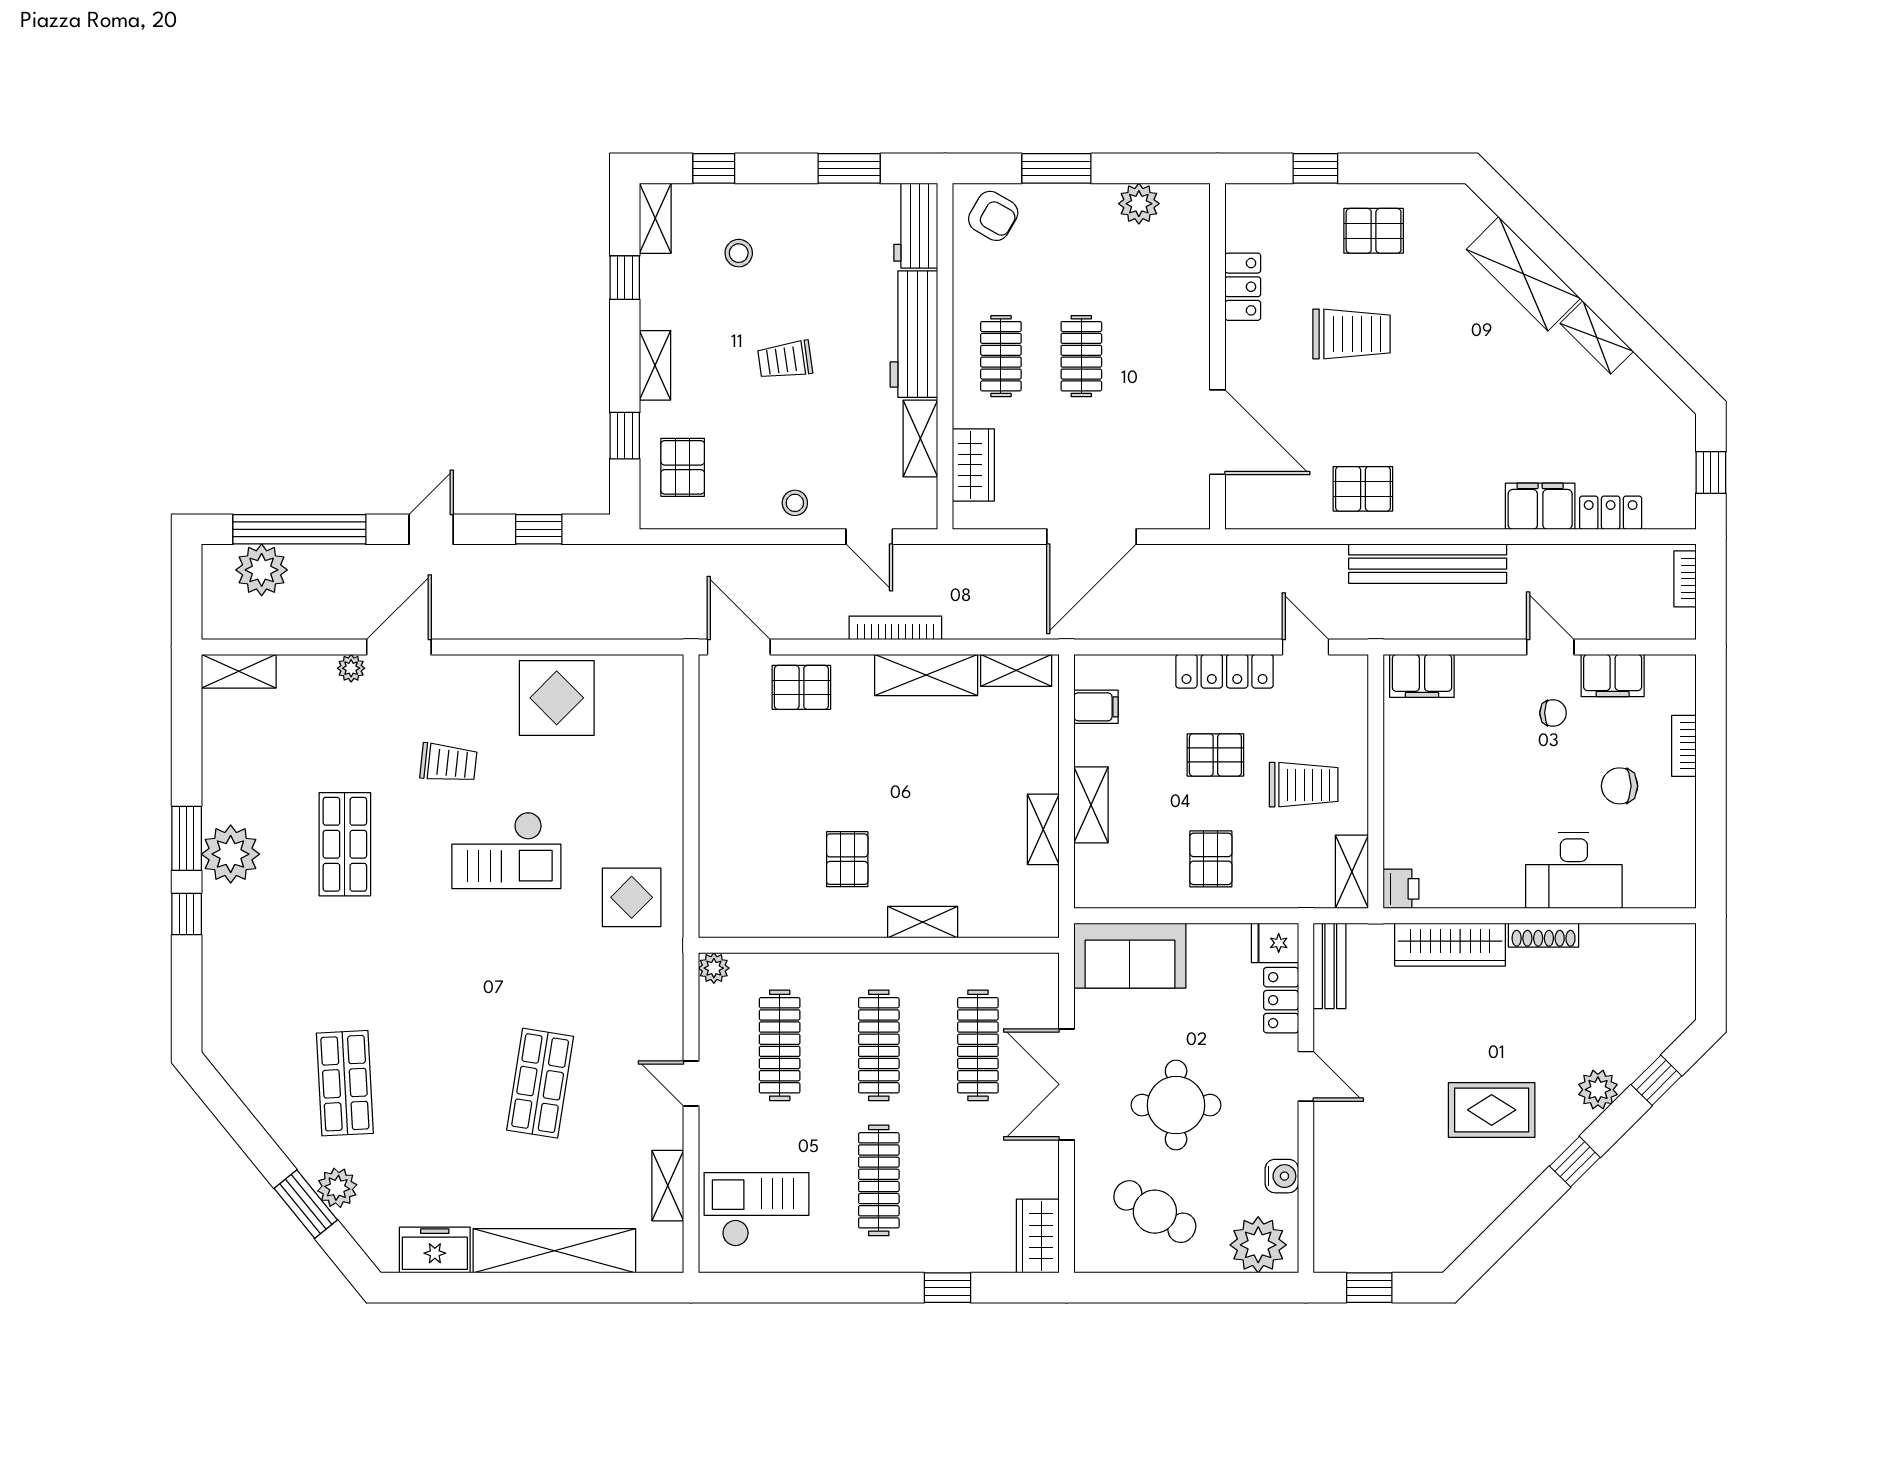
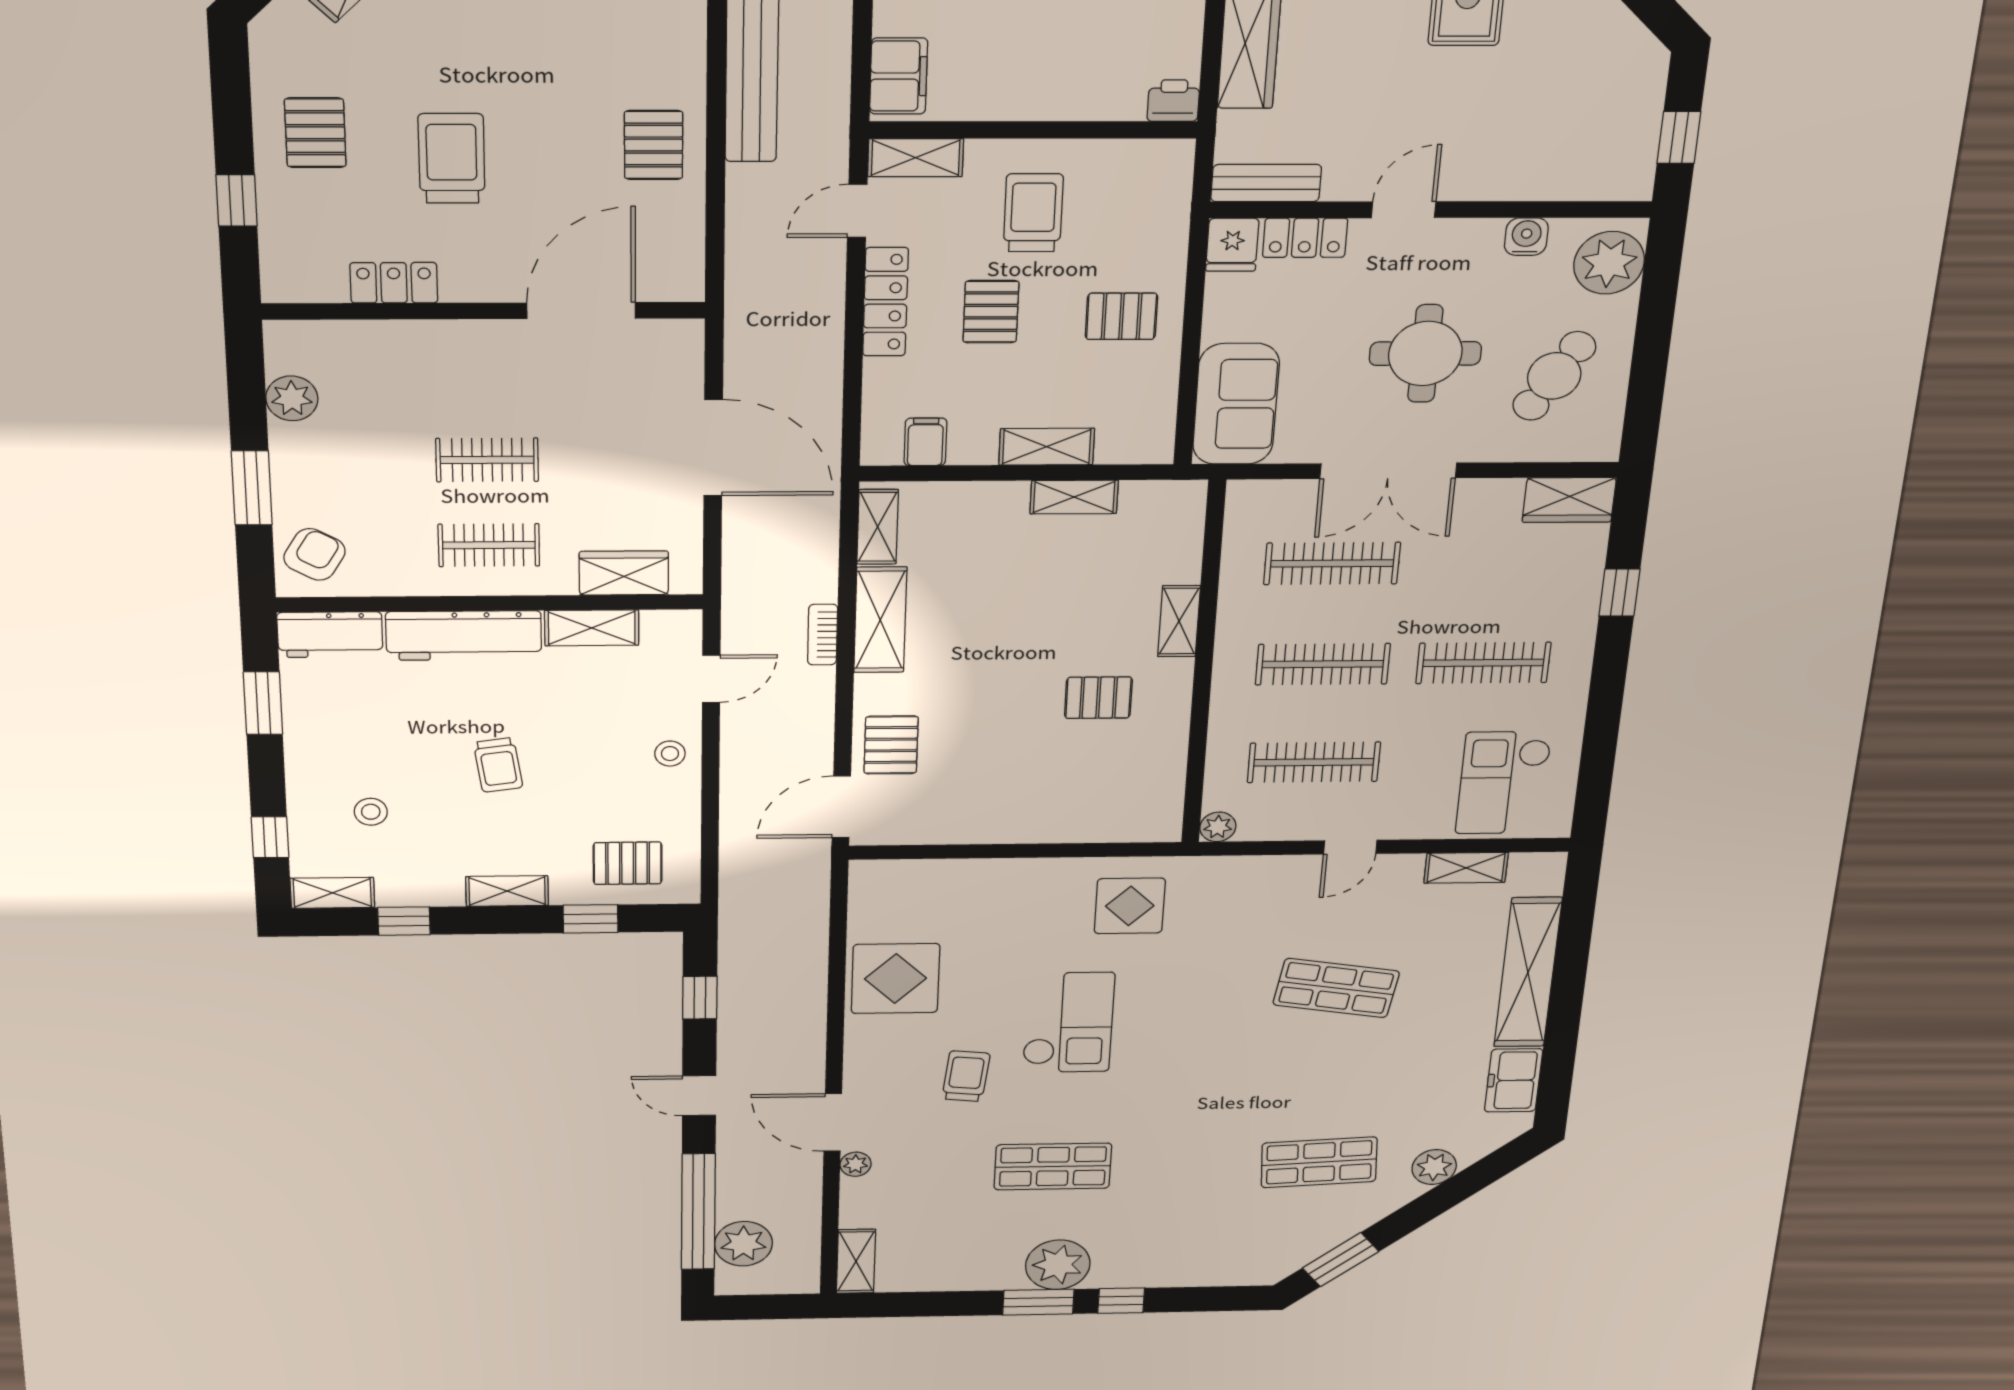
bookcase: (895, 628) -> (823, 635), width x0.64
shelving: (1352, 872) -> (916, 158), moved
window: (306, 1204) -> (1341, 1260), moved

